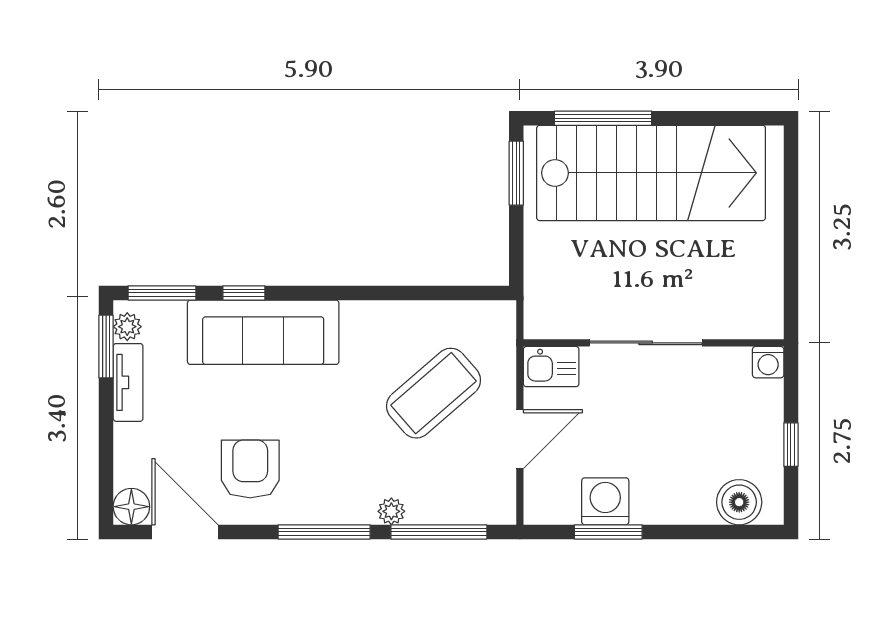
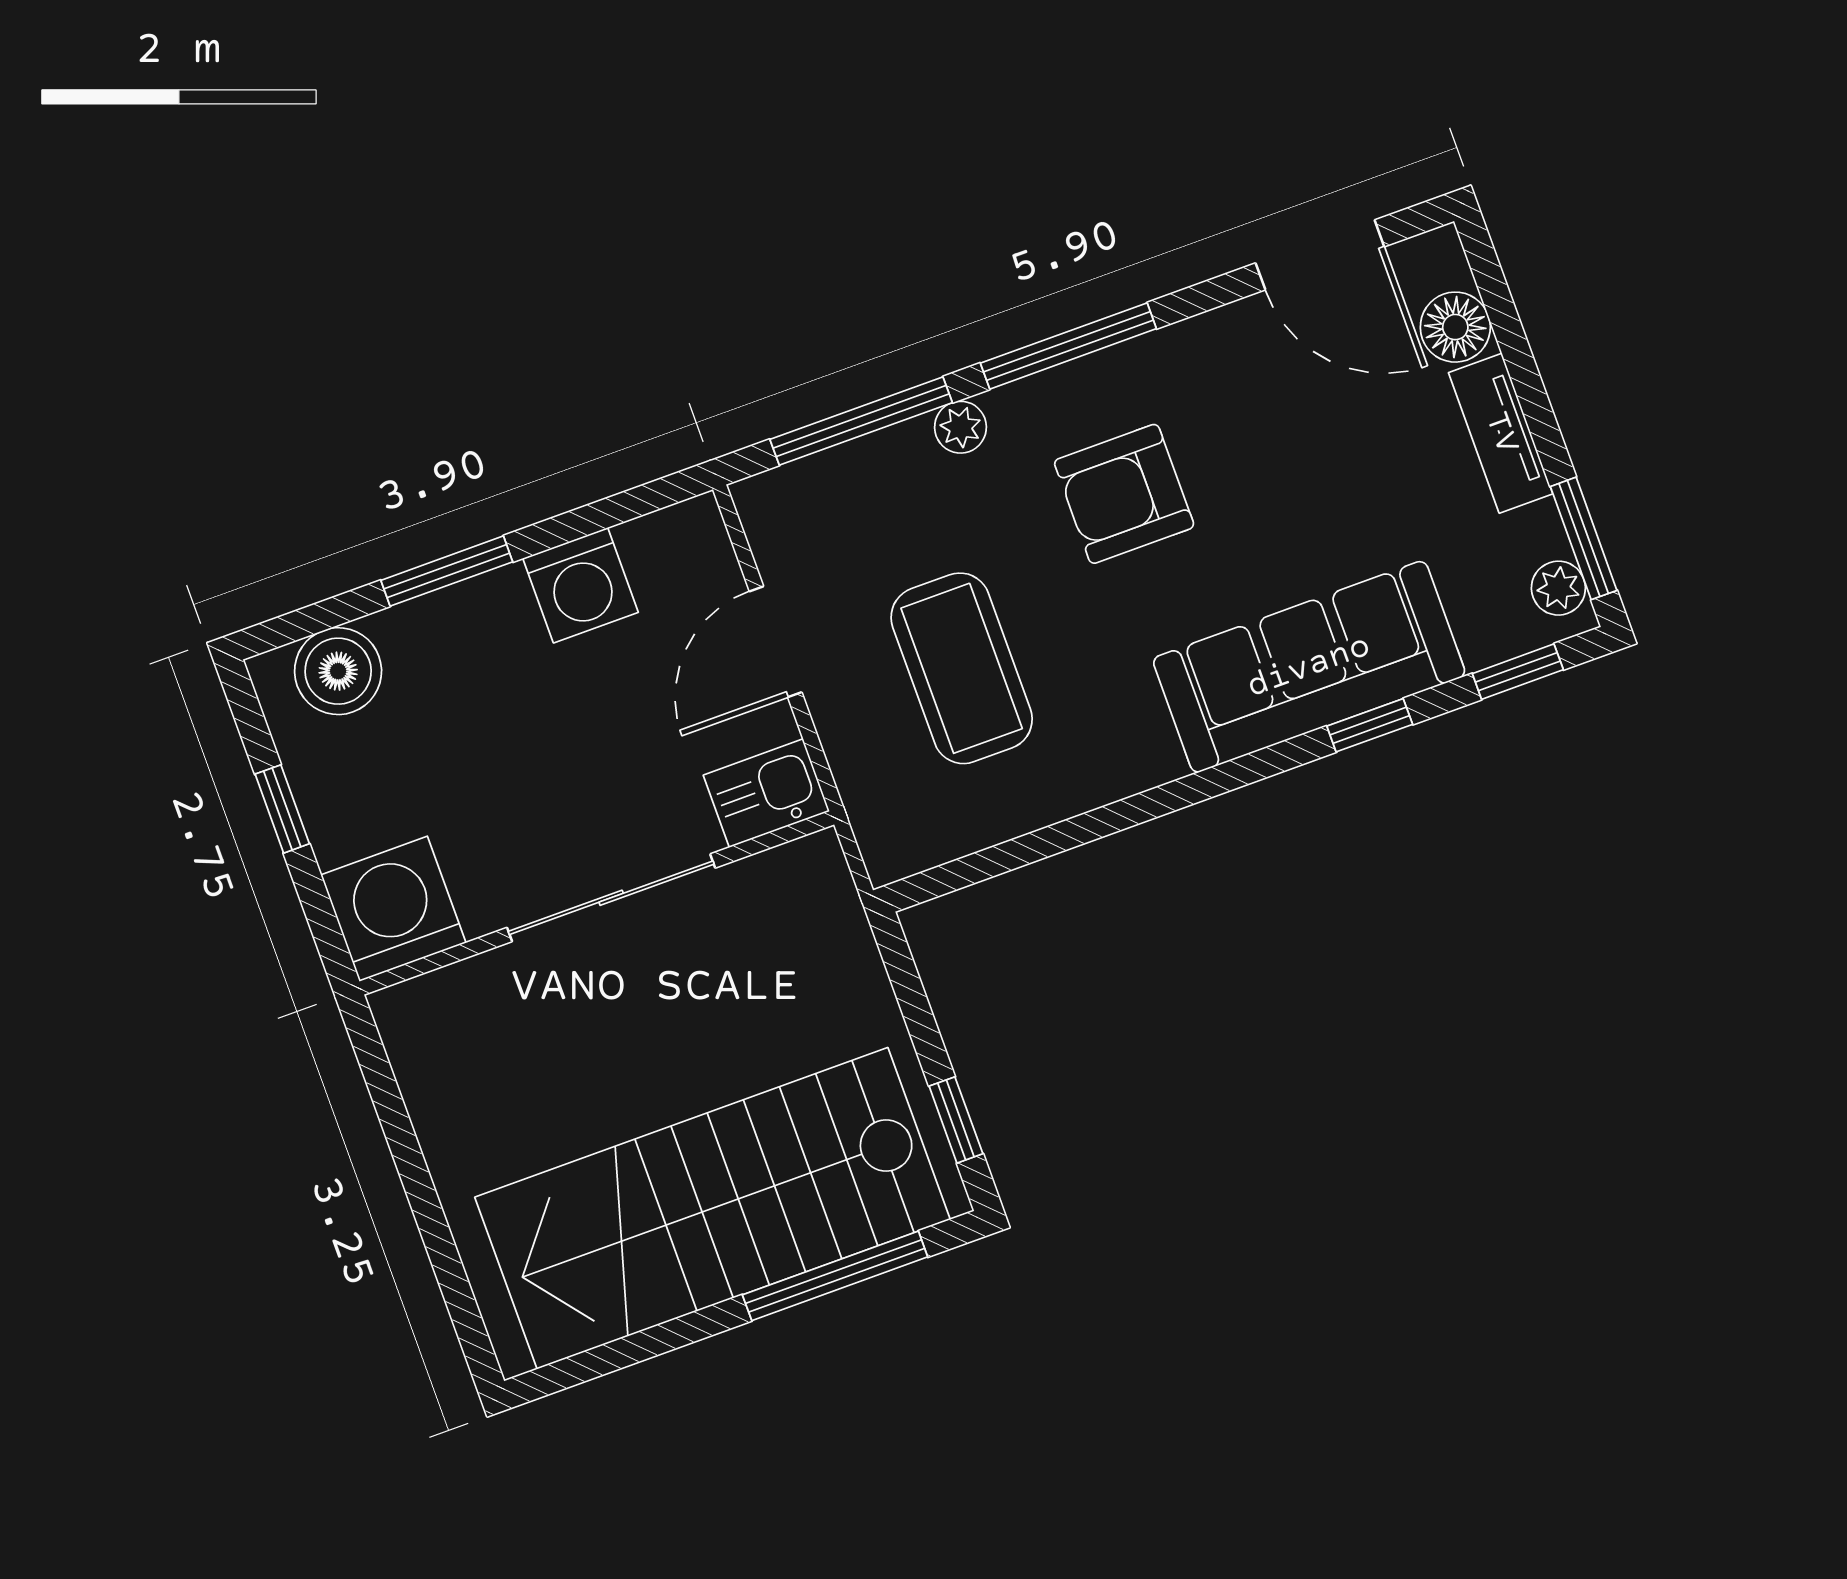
window: (516, 173) -> (956, 1120), width x0.67
window: (162, 293) -> (1518, 672), width x0.67
washing machine: (768, 362) -> (393, 909), width x1.89, depth x1.89
tv unit: (128, 382) -> (1501, 433), moved
coffee table: (433, 393) -> (962, 668), turned -49
armchair: (250, 469) -> (1124, 494), moved, turned 90
floor lamp: (131, 507) -> (1455, 327), moved
window: (608, 532) -> (447, 571), moved

